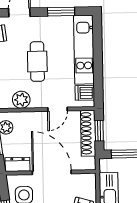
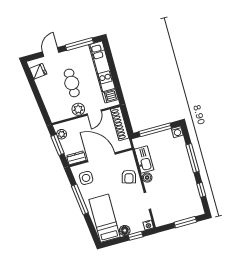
window: (61, 12) -> (79, 44), width x1.44
plant: (21, 100) -> (78, 109), moved
window: (99, 131) -> (127, 120), removed

